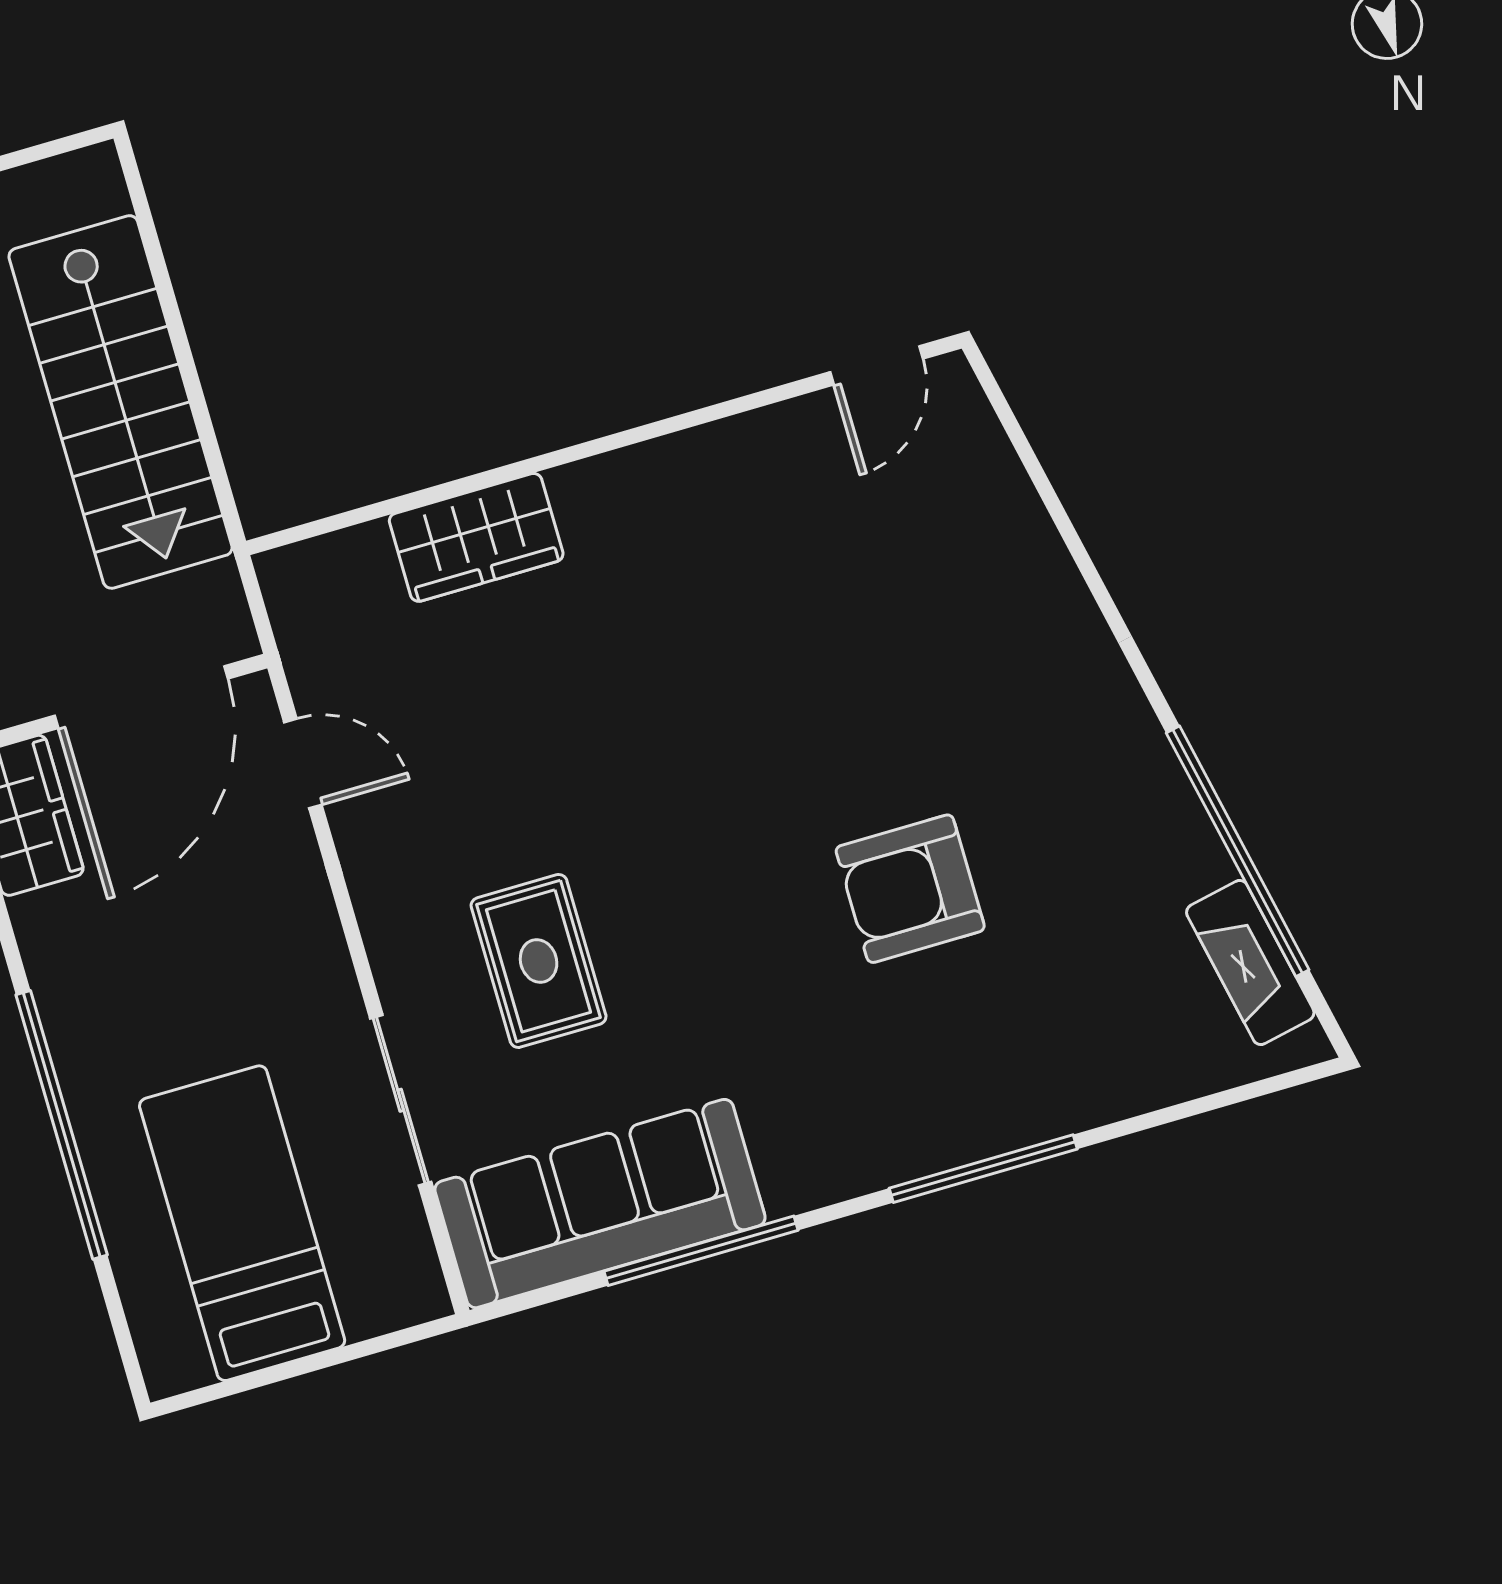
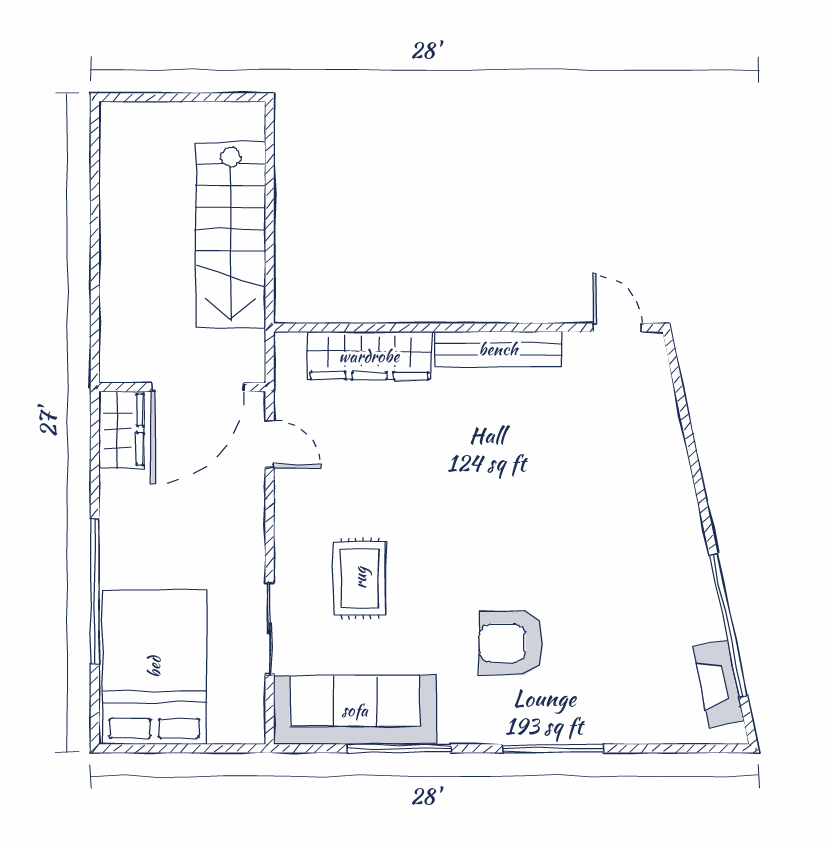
door: (876, 365) -> (617, 328), swing flipped
bench: (670, 468) -> (498, 349), added
wardrobe: (476, 537) -> (369, 356), width x1.50
armchair: (910, 889) -> (511, 643), moved
bed: (242, 1223) -> (154, 667), width x1.50

